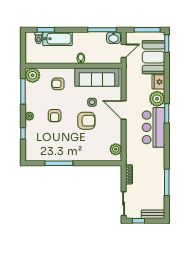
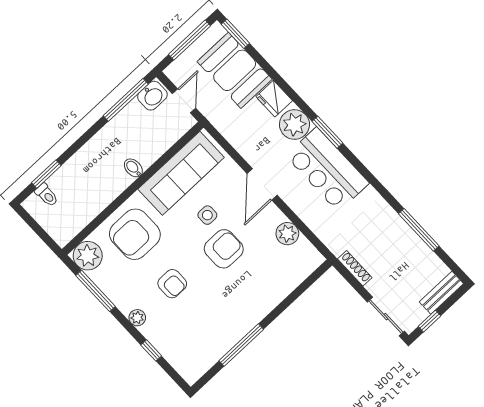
bathtub: (58, 39) -> (75, 171), removed
armchair: (58, 84) -> (135, 234), width x1.88, depth x1.88
door: (124, 110) -> (262, 184), hinge flipped
plant: (116, 149) -> (287, 234), moved

